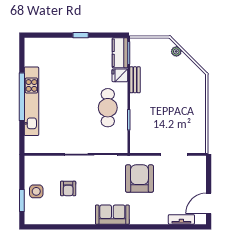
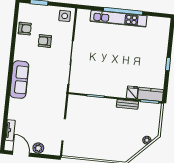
cafe table: (108, 108) -> (107, 80), removed
armchair: (139, 179) -> (25, 29), moved, width x0.53, depth x0.53
plant: (200, 183) -> (38, 148), added
side table: (36, 191) -> (65, 16), moved
sofa: (112, 215) -> (19, 80), width x1.36

